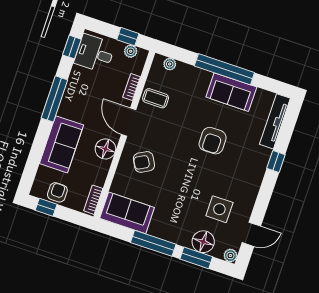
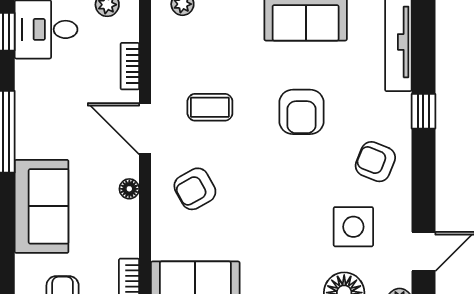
coffee table: (156, 98) -> (210, 107), moved
floor lamp: (105, 149) -> (129, 189), width x0.53, depth x0.53
armchair: (242, 179) -> (375, 162), added

